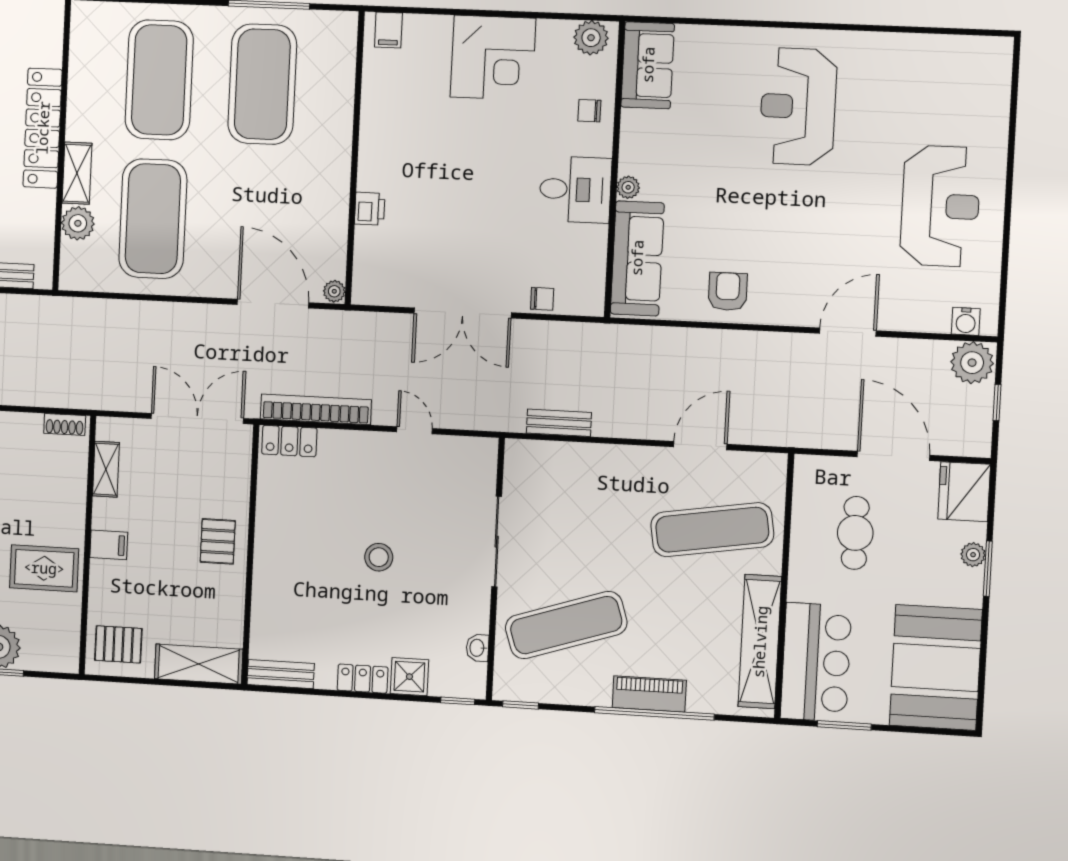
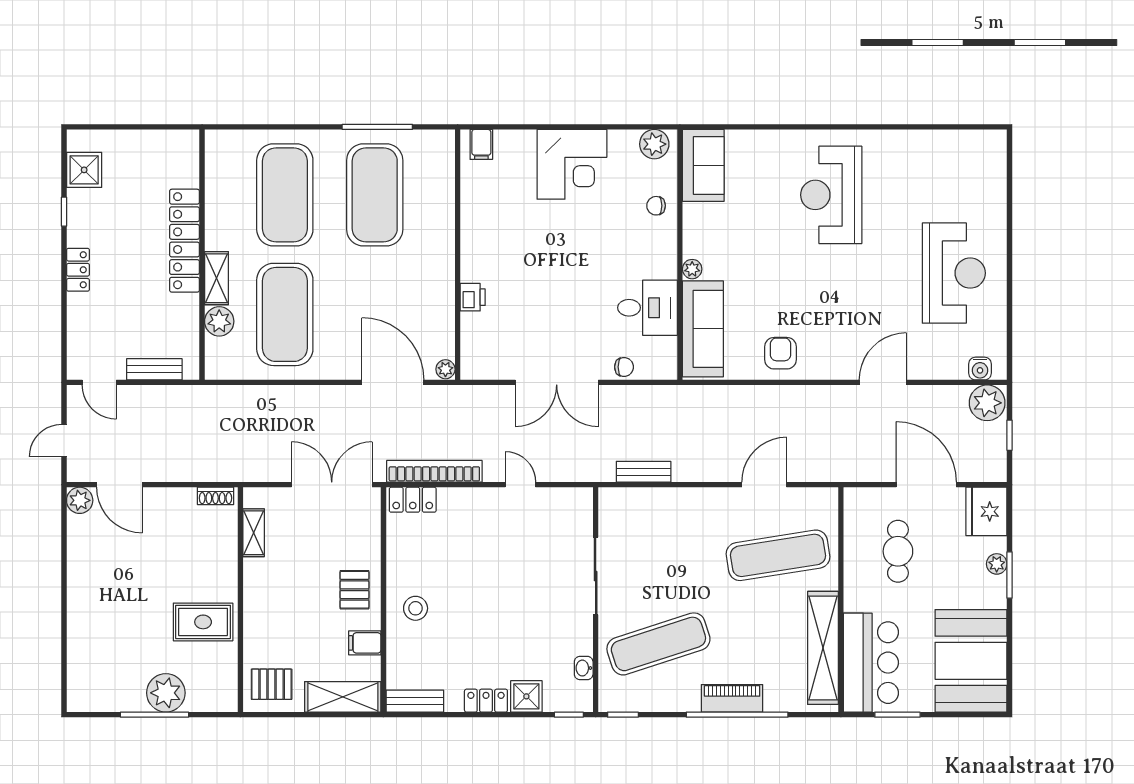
desk: (575, 189) -> (647, 308), moved
filing cabinet: (109, 545) -> (365, 643), moved, turned 180
stool: (379, 557) -> (416, 608), moved

